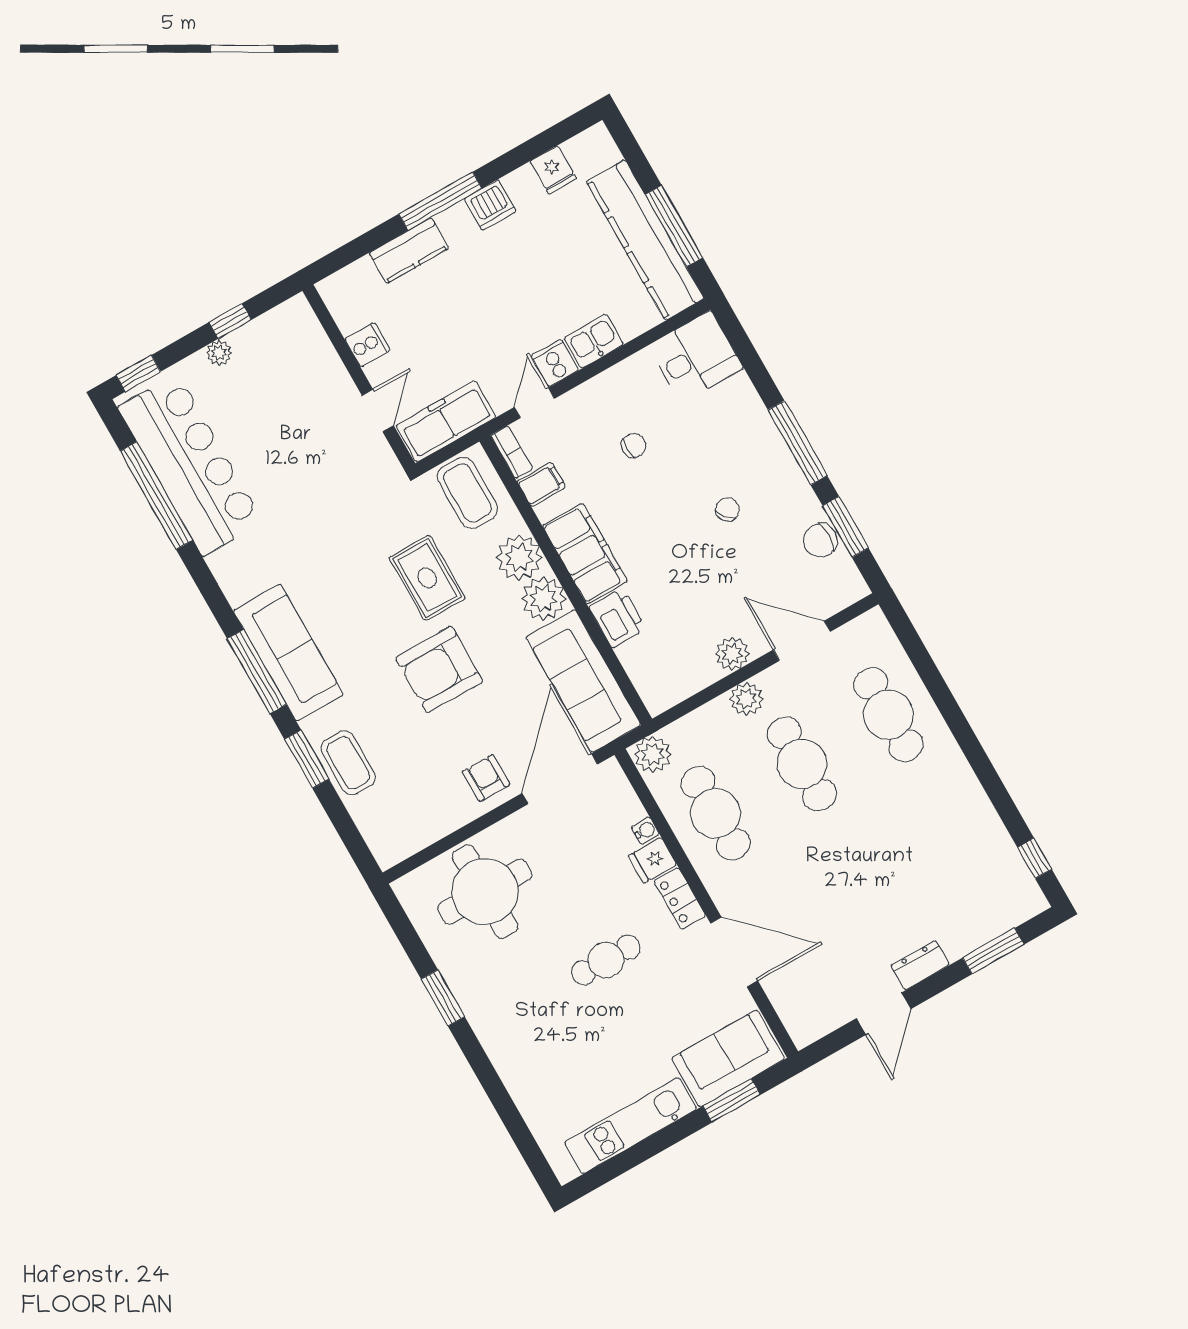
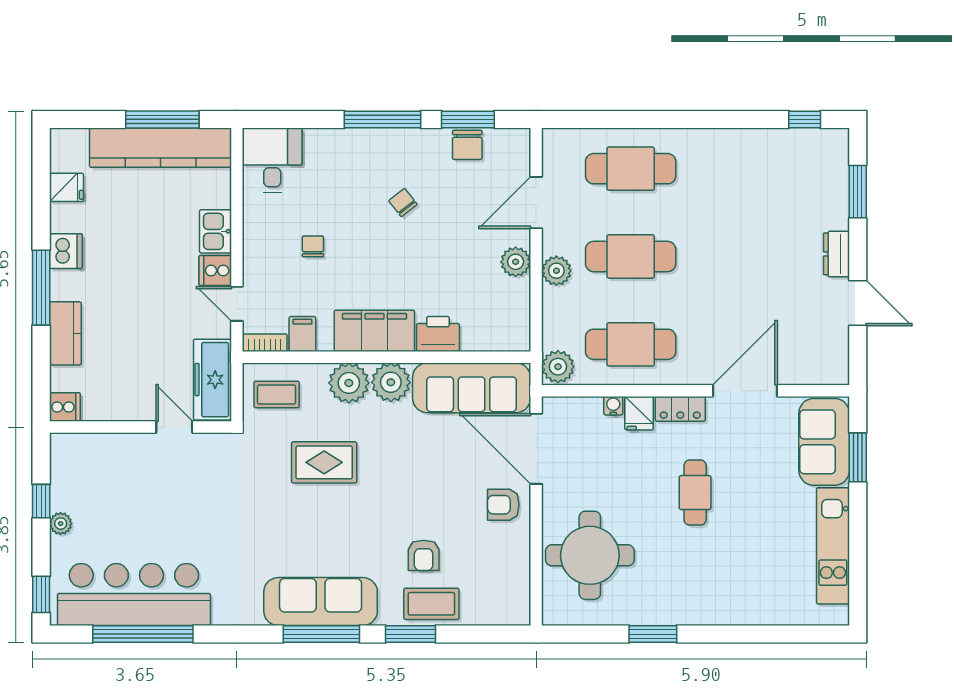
cooker: (367, 345) -> (65, 407), moved, turned 90
coffee table: (467, 493) -> (277, 395), width x0.73, depth x0.77
armchair: (439, 670) -> (424, 555), moved, width x0.53, depth x0.53

